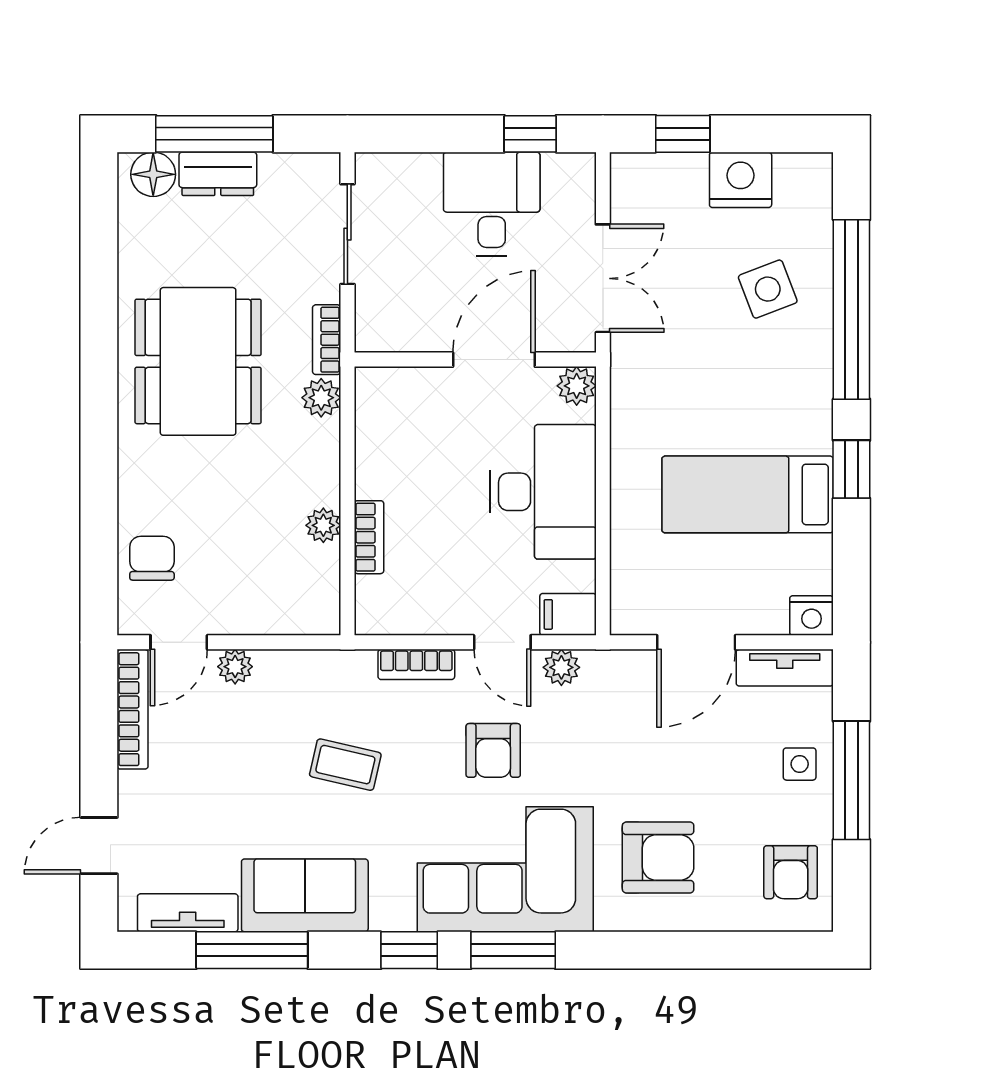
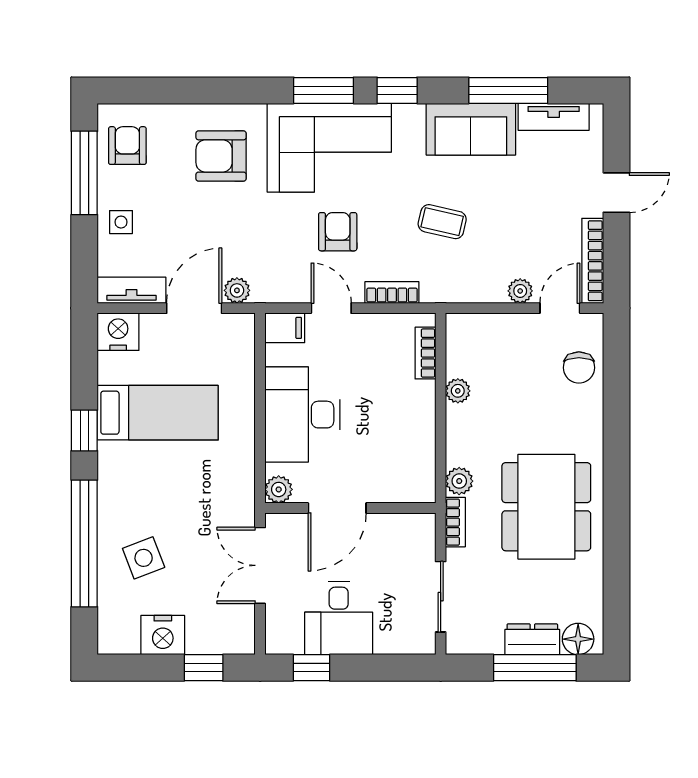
bookcase: (369, 537) -> (425, 353), moved
nightstand: (812, 616) -> (118, 332), width x1.36, depth x1.33
plant: (561, 667) -> (237, 290), moved
window: (851, 780) -> (84, 173), moved
door: (99, 846) -> (616, 193), moved

